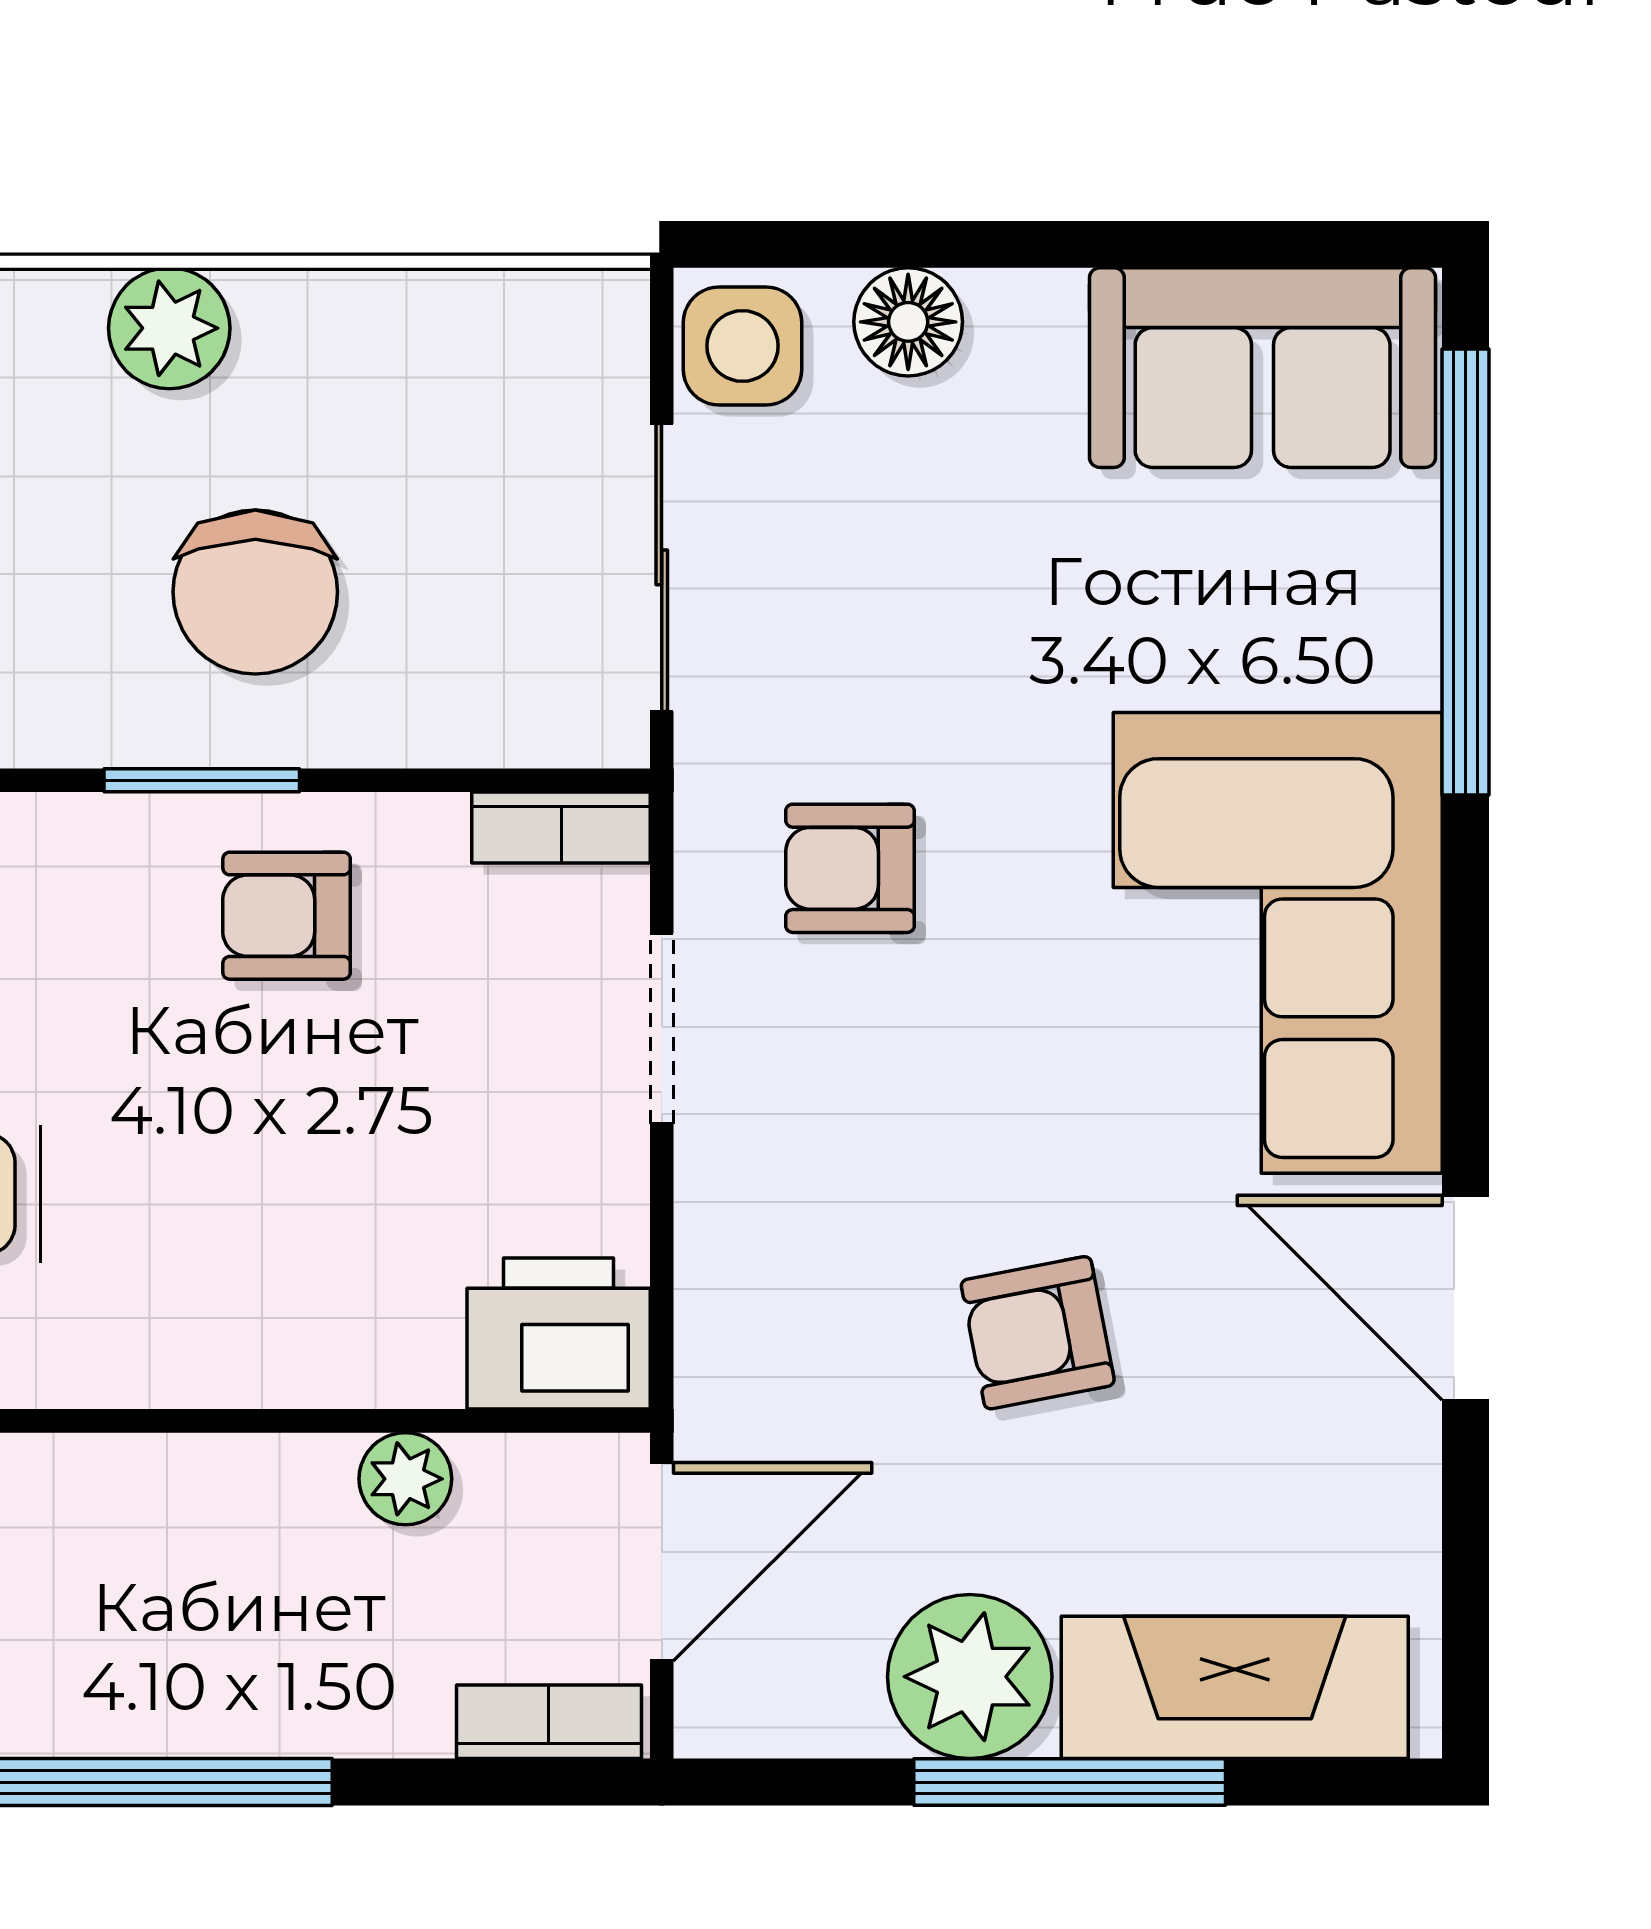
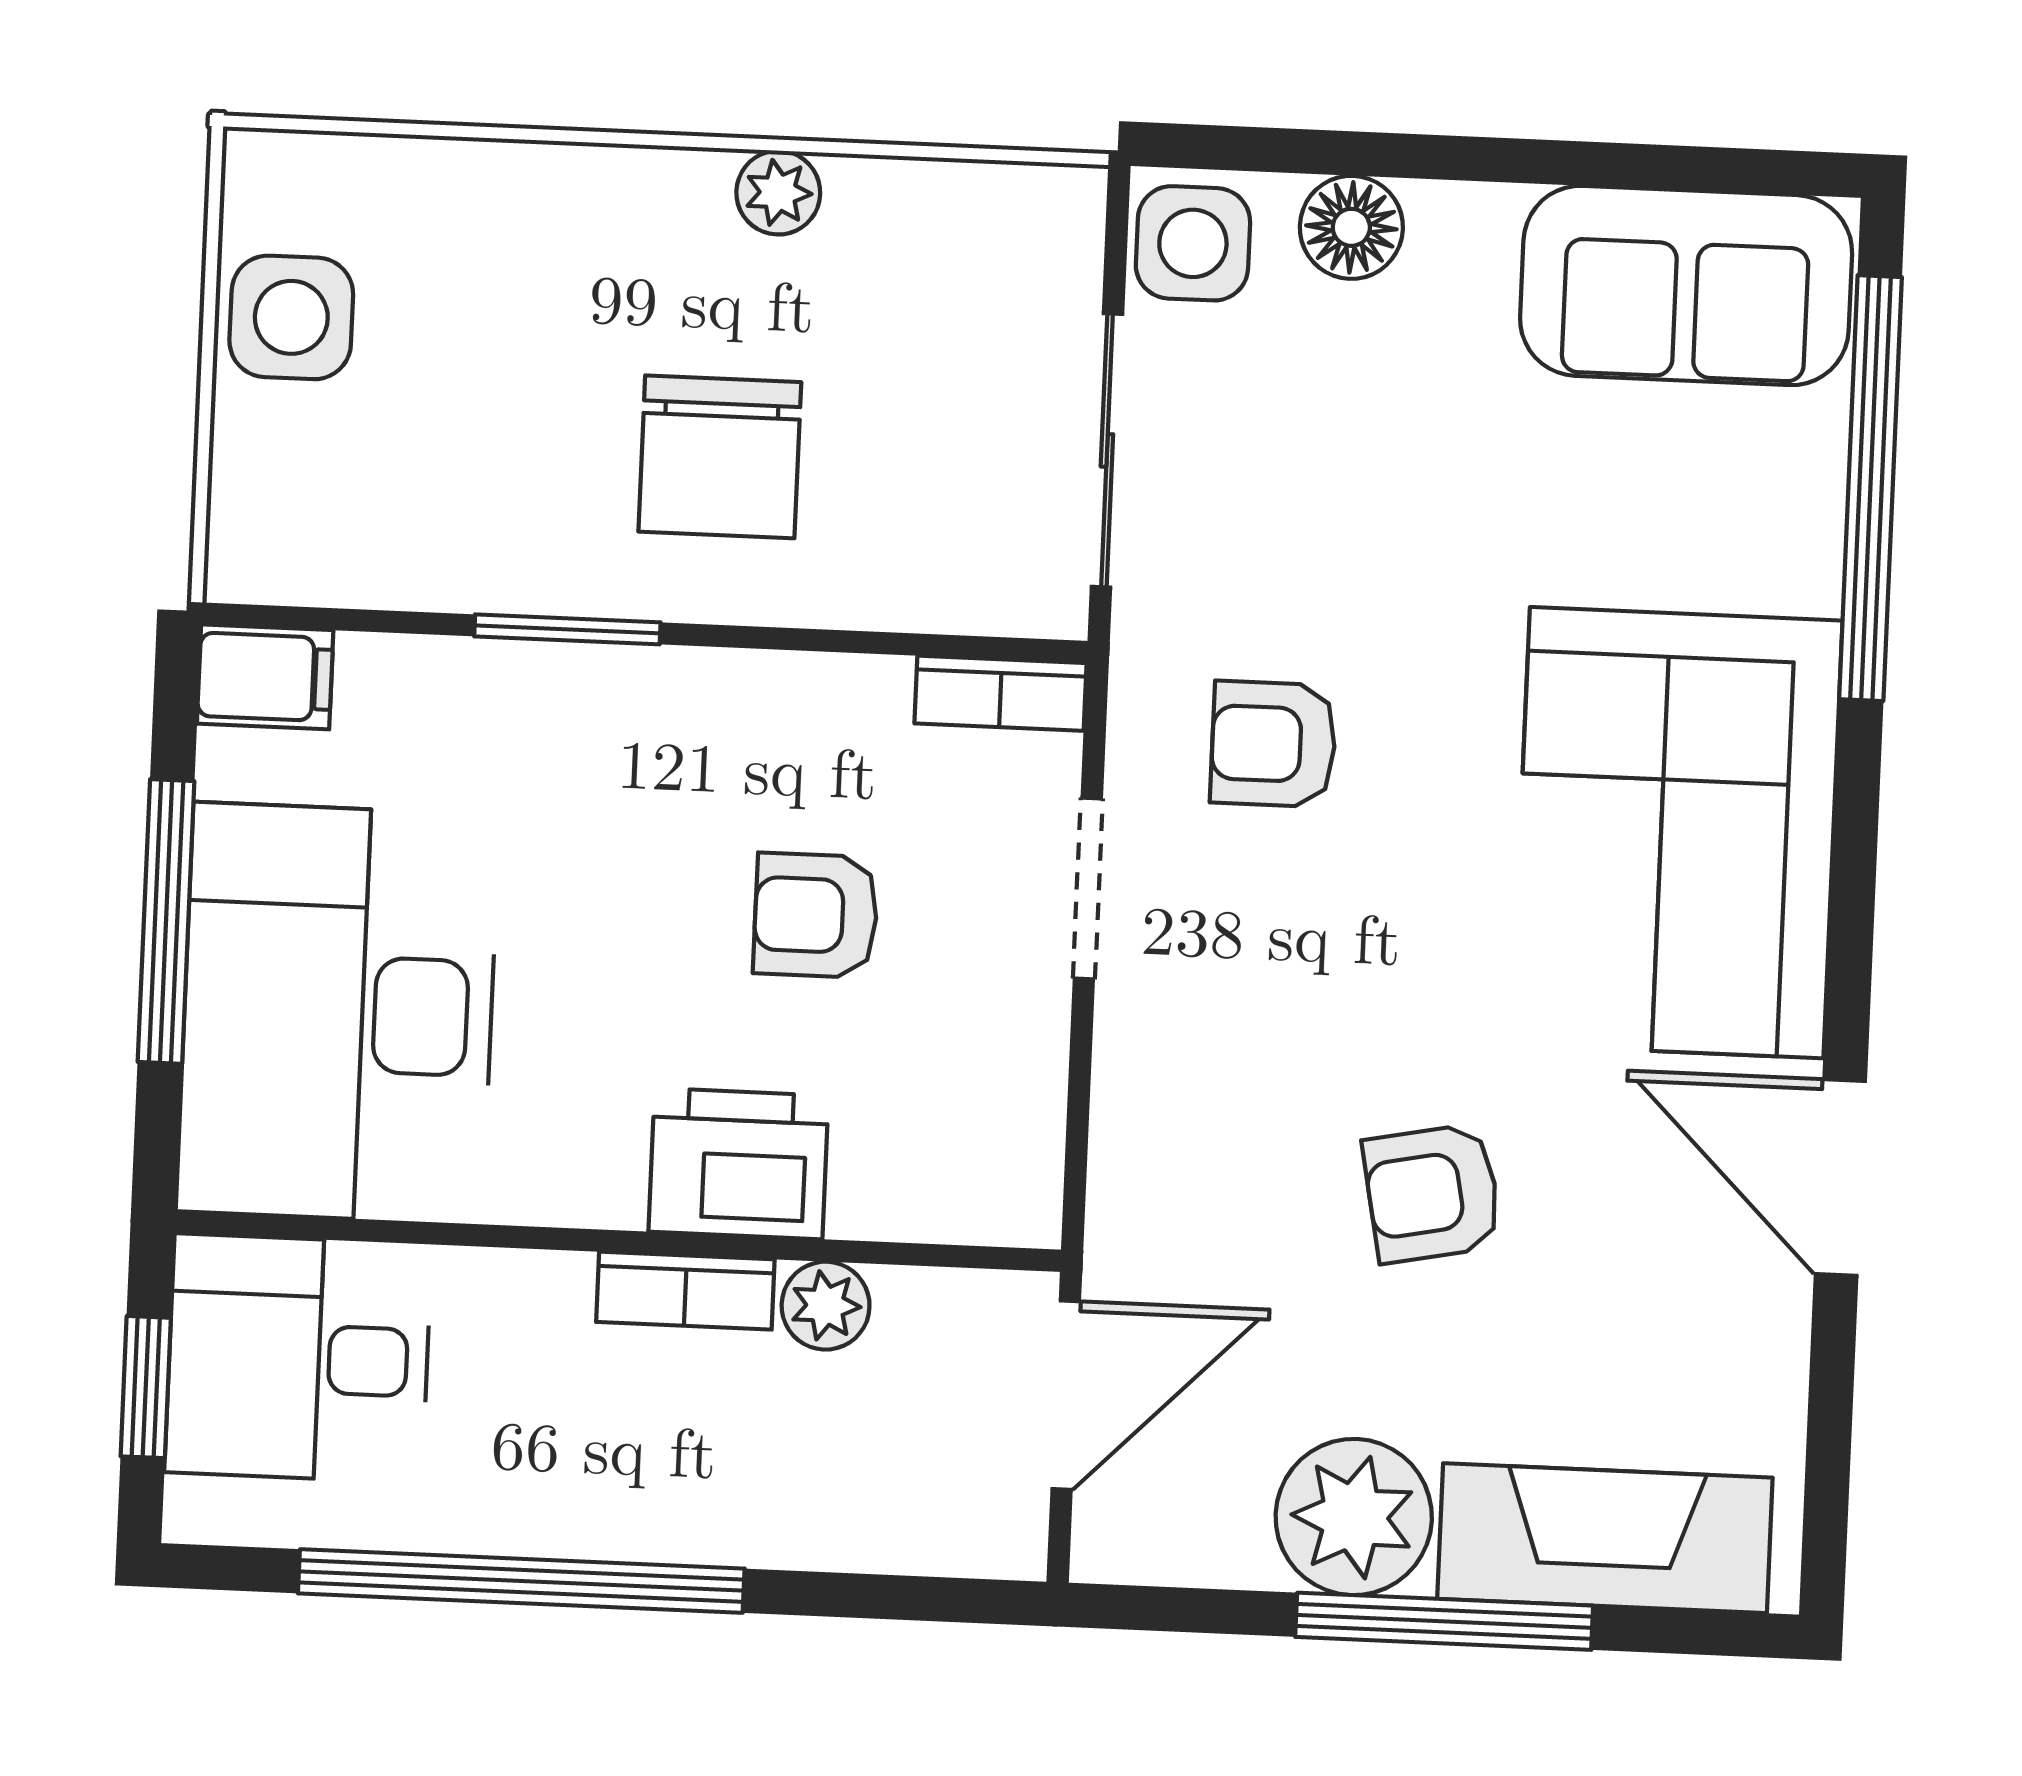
plant: (169, 328) -> (778, 193), moved, width x0.73, depth x0.73
window: (202, 780) -> (567, 629), moved
armchair: (287, 916) -> (816, 915), moved
printer: (559, 1334) -> (739, 1164), moved
bookcase: (549, 1722) -> (685, 1291), moved, turned 180

